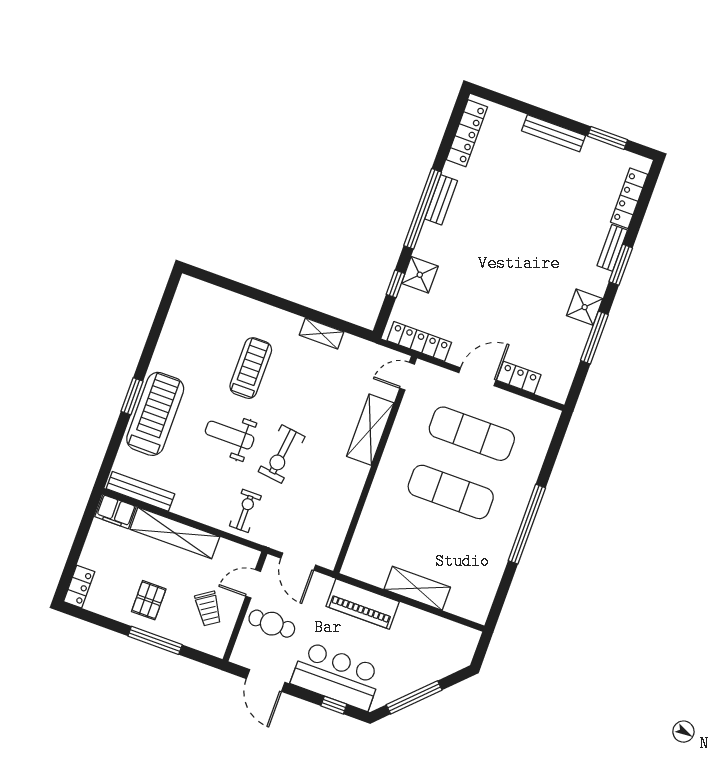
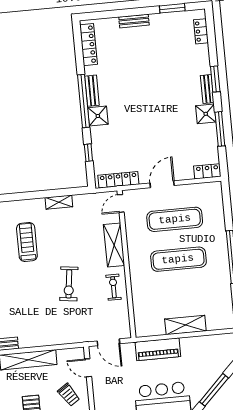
bench: (553, 133) -> (134, 21), width x0.73
locker: (629, 198) -> (201, 31), width x0.66
bench: (612, 248) -> (207, 89), moved
shower: (420, 275) -> (98, 116), moved
locker: (519, 377) -> (207, 171), moved
weight bench: (230, 435) -> (33, 287), removed
exercise bike: (245, 511) -> (113, 287), moved
door: (253, 584) -> (88, 368), hinge flipped
cafe table: (272, 624) -> (110, 386), removed

